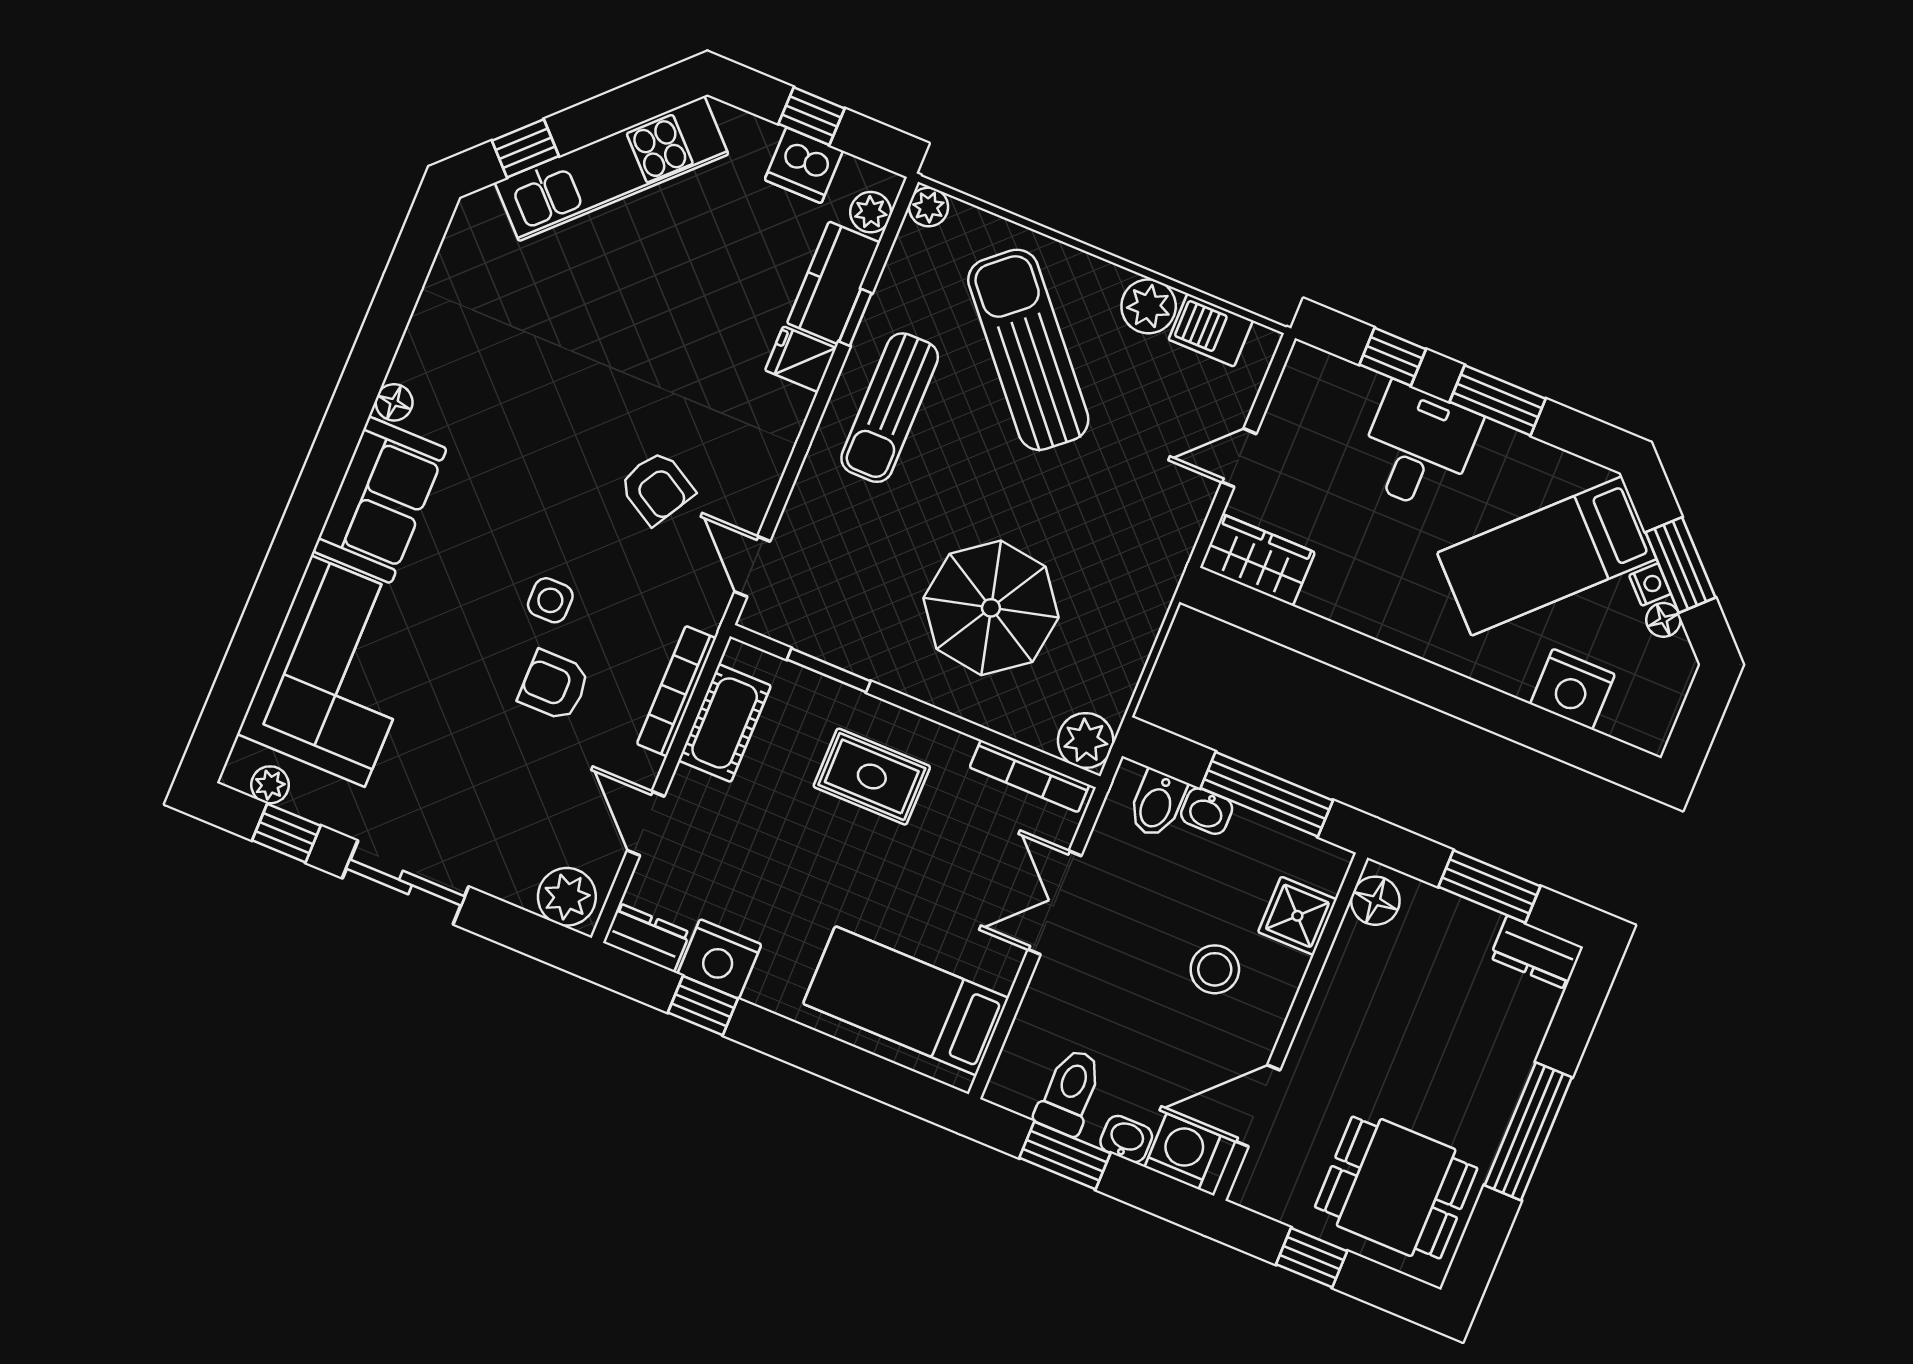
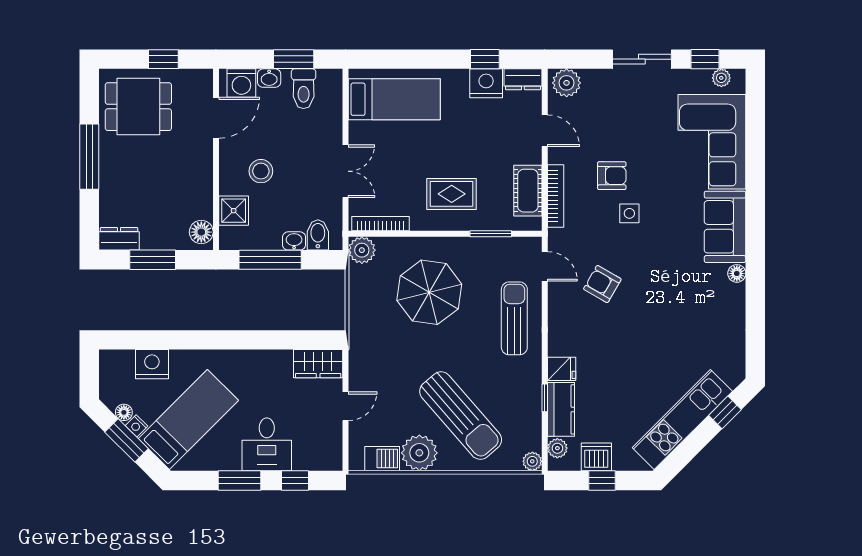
plant: (1149, 306) -> (419, 453), width x1.36, depth x1.36
sun lounger: (890, 408) -> (514, 318), moved

